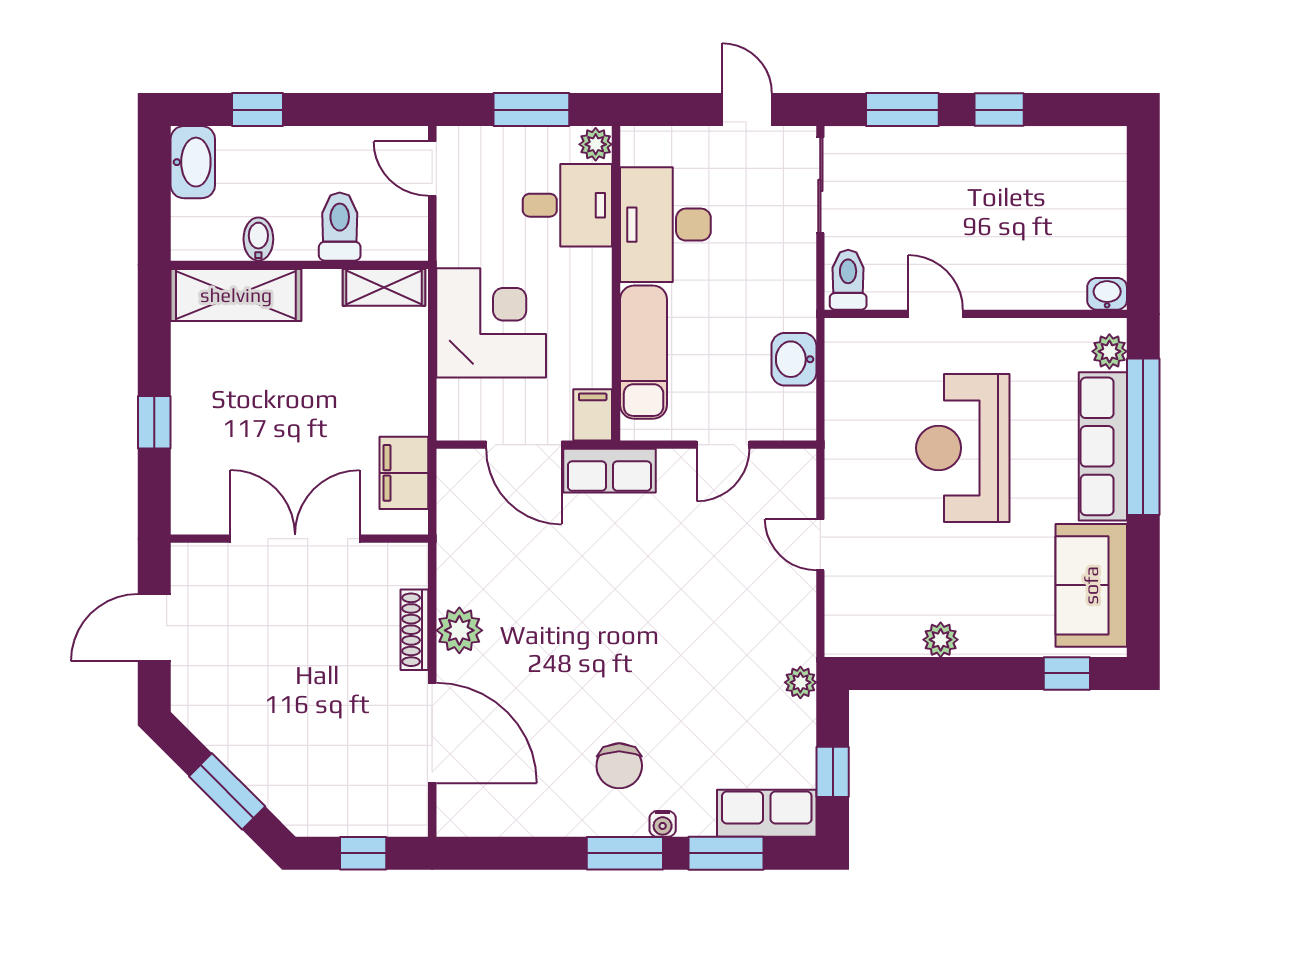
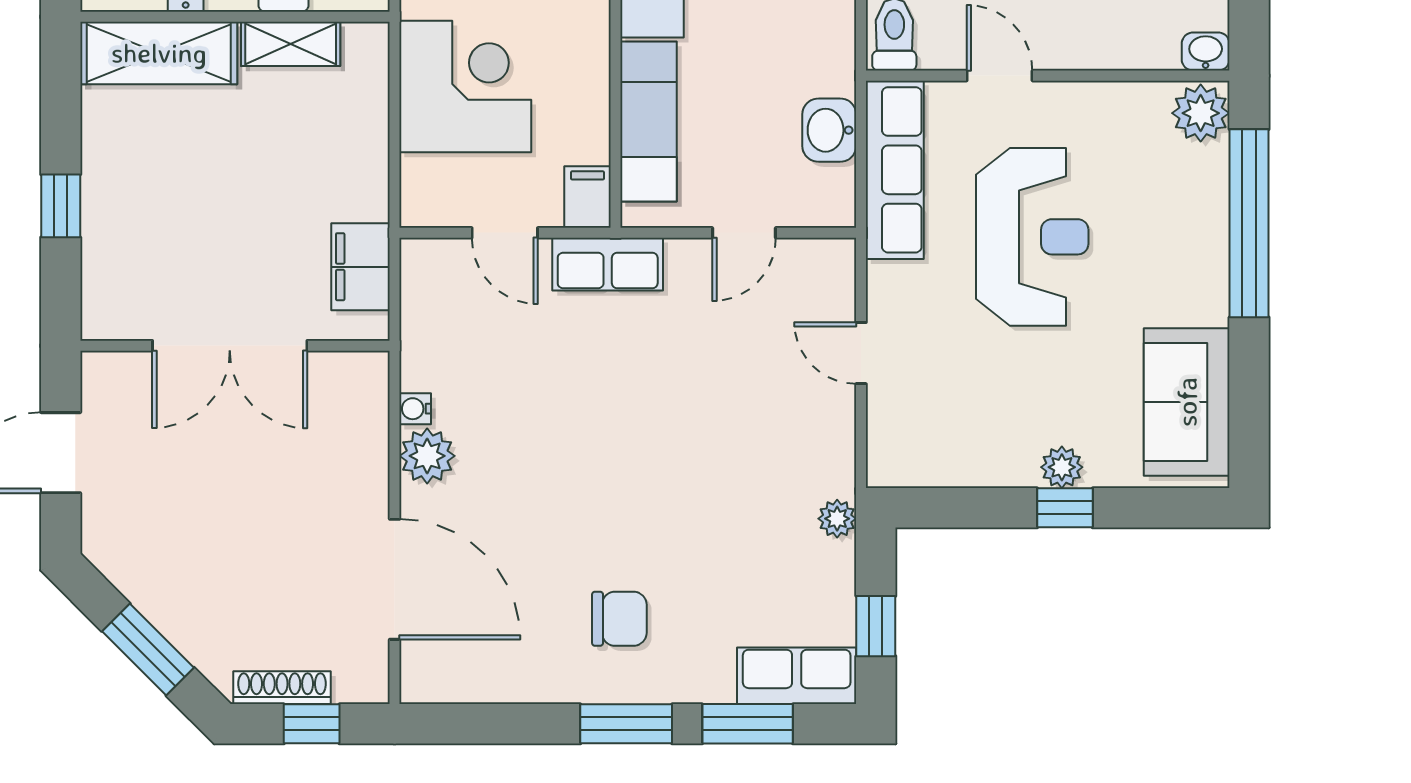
shelving: (384, 287) -> (291, 44), moved
plant: (1109, 351) -> (1201, 113), width x1.38, depth x1.38
door: (524, 445) -> (505, 233), width x0.73
row of seats: (1103, 446) -> (895, 170), moved, turned 180
reception desk: (963, 448) -> (1032, 237), turned 180
double door: (295, 539) -> (230, 346), swing flipped
shoe rack: (414, 630) -> (282, 688), moved, turned 90
plant: (941, 640) -> (1062, 467), moved
window: (1067, 673) -> (1065, 508), moved
chair: (619, 766) -> (619, 619), turned -90
water cooler: (663, 824) -> (415, 409), moved, turned 90

